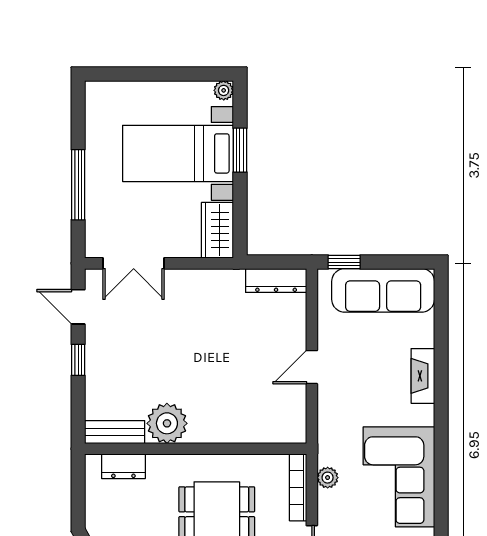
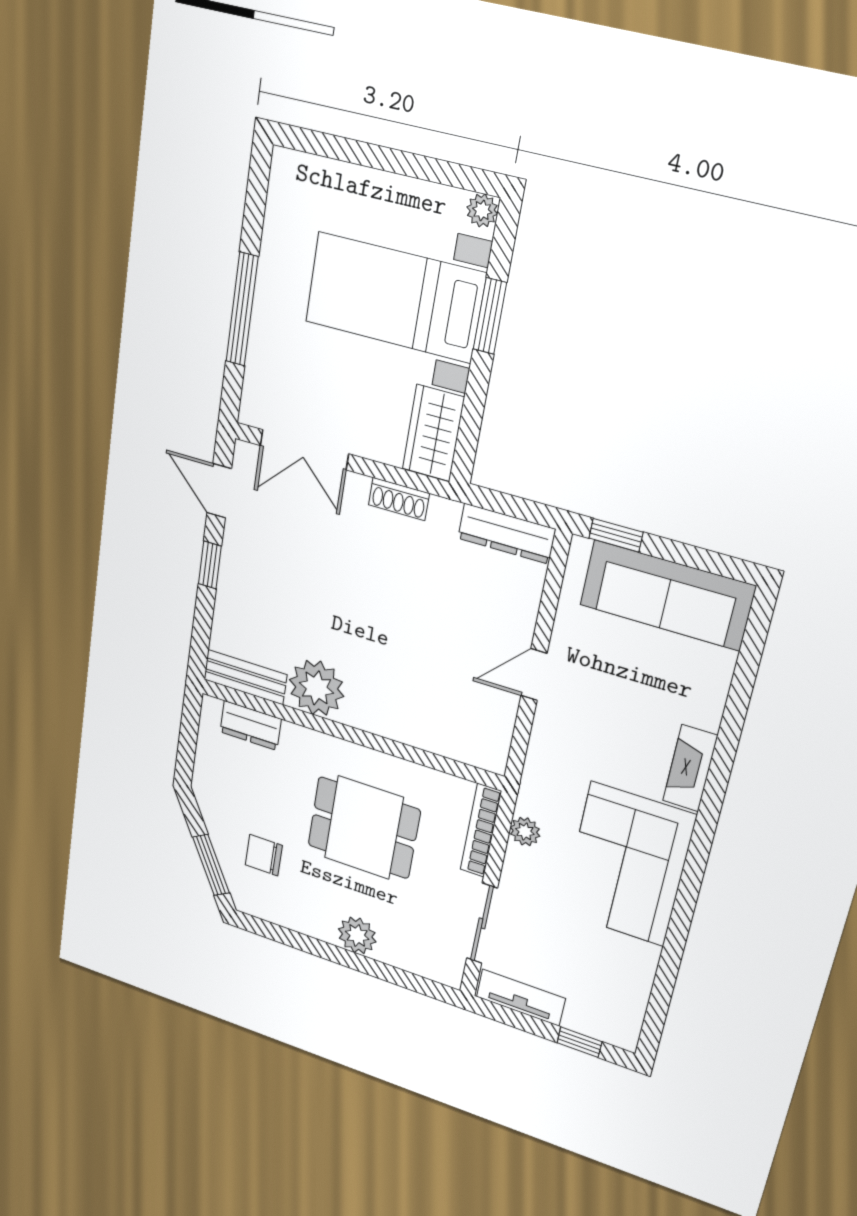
shoe rack: (202, 278) -> (399, 499), added
fireplace: (423, 376) -> (690, 768), moved

